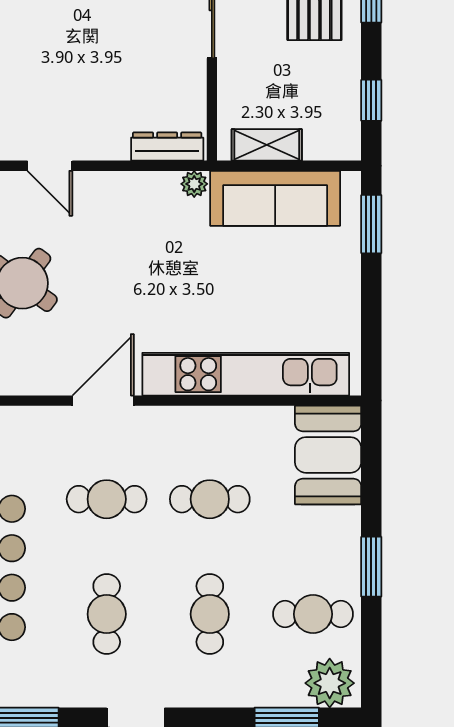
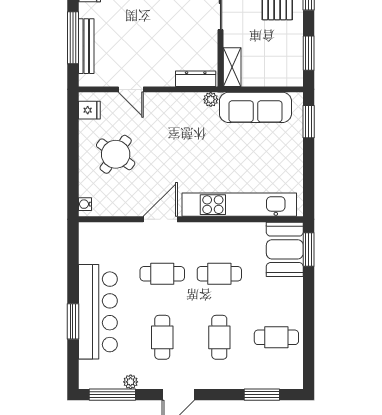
window: (371, 100) -> (309, 53), width x1.50
shelving: (267, 145) -> (232, 67), moved, turned 90
window: (371, 567) -> (309, 249), moved
plant: (330, 683) -> (131, 382), moved, width x0.53, depth x0.53

